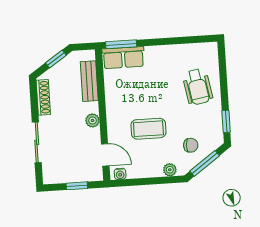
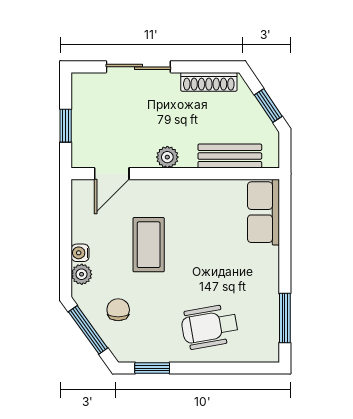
window: (121, 44) -> (285, 318), moved
chair: (191, 145) -> (118, 310), turned 180
water cooler: (120, 174) -> (80, 253), moved

